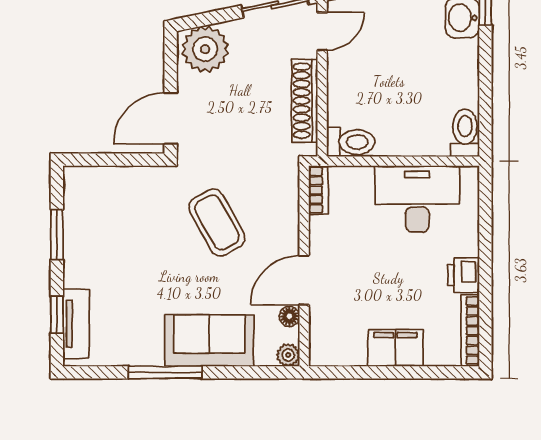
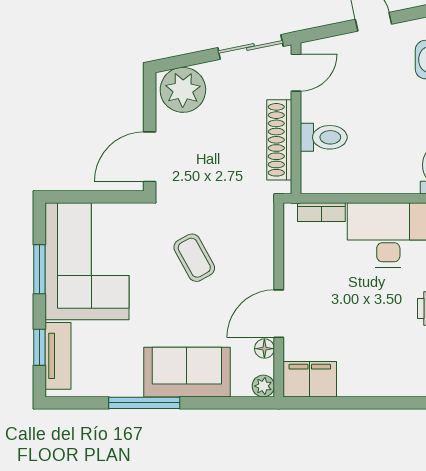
toilet: (351, 142) -> (324, 137), moved
bookcase: (318, 190) -> (321, 212), moved, turned 90
coffee table: (217, 222) -> (194, 258), width x0.73, depth x0.77
corner sofa: (106, 226) -> (87, 261), added
filing cabinet: (395, 348) -> (310, 379), moved

